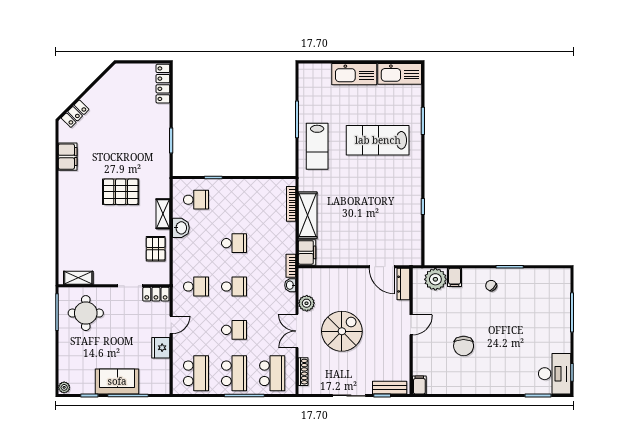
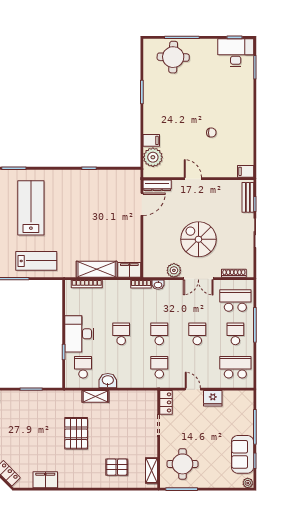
lab bench: (378, 140) -> (31, 208), turned 180
desk: (234, 195) -> (79, 334), added
pallet: (156, 249) -> (117, 467), moved
chair: (491, 286) -> (158, 108), removed
round table: (550, 302) -> (173, 57), added
chair: (464, 346) -> (211, 133), width x0.54, depth x0.54
school desk: (234, 373) -> (235, 334), width x0.54
sofa: (117, 381) -> (243, 454), moved

